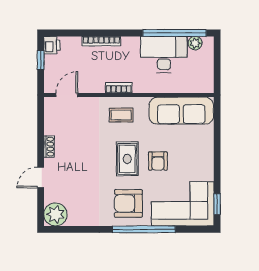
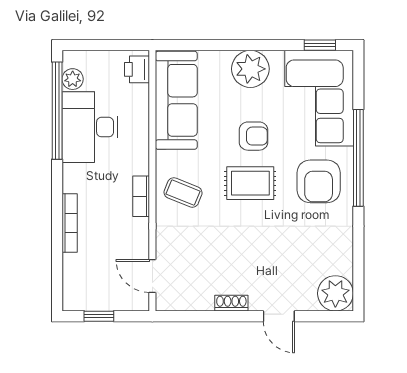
printer: (52, 45) -> (137, 69), moved, turned -90
coffee table: (121, 115) -> (183, 193), turned -68
plant: (202, 159) -> (250, 69), added

